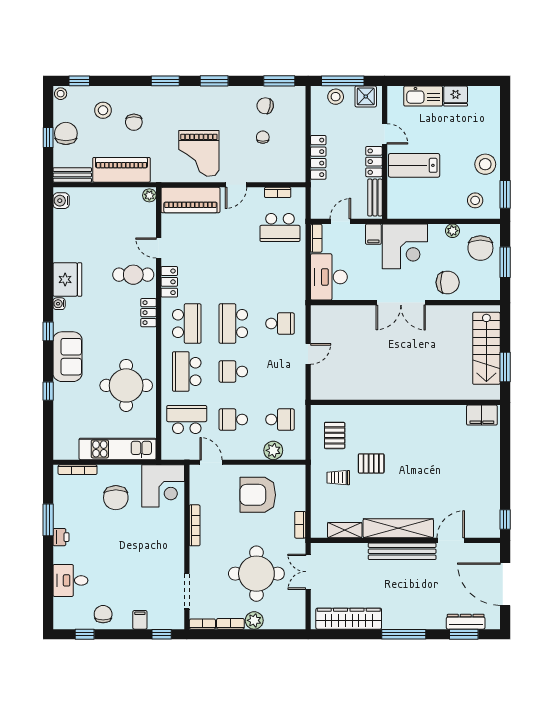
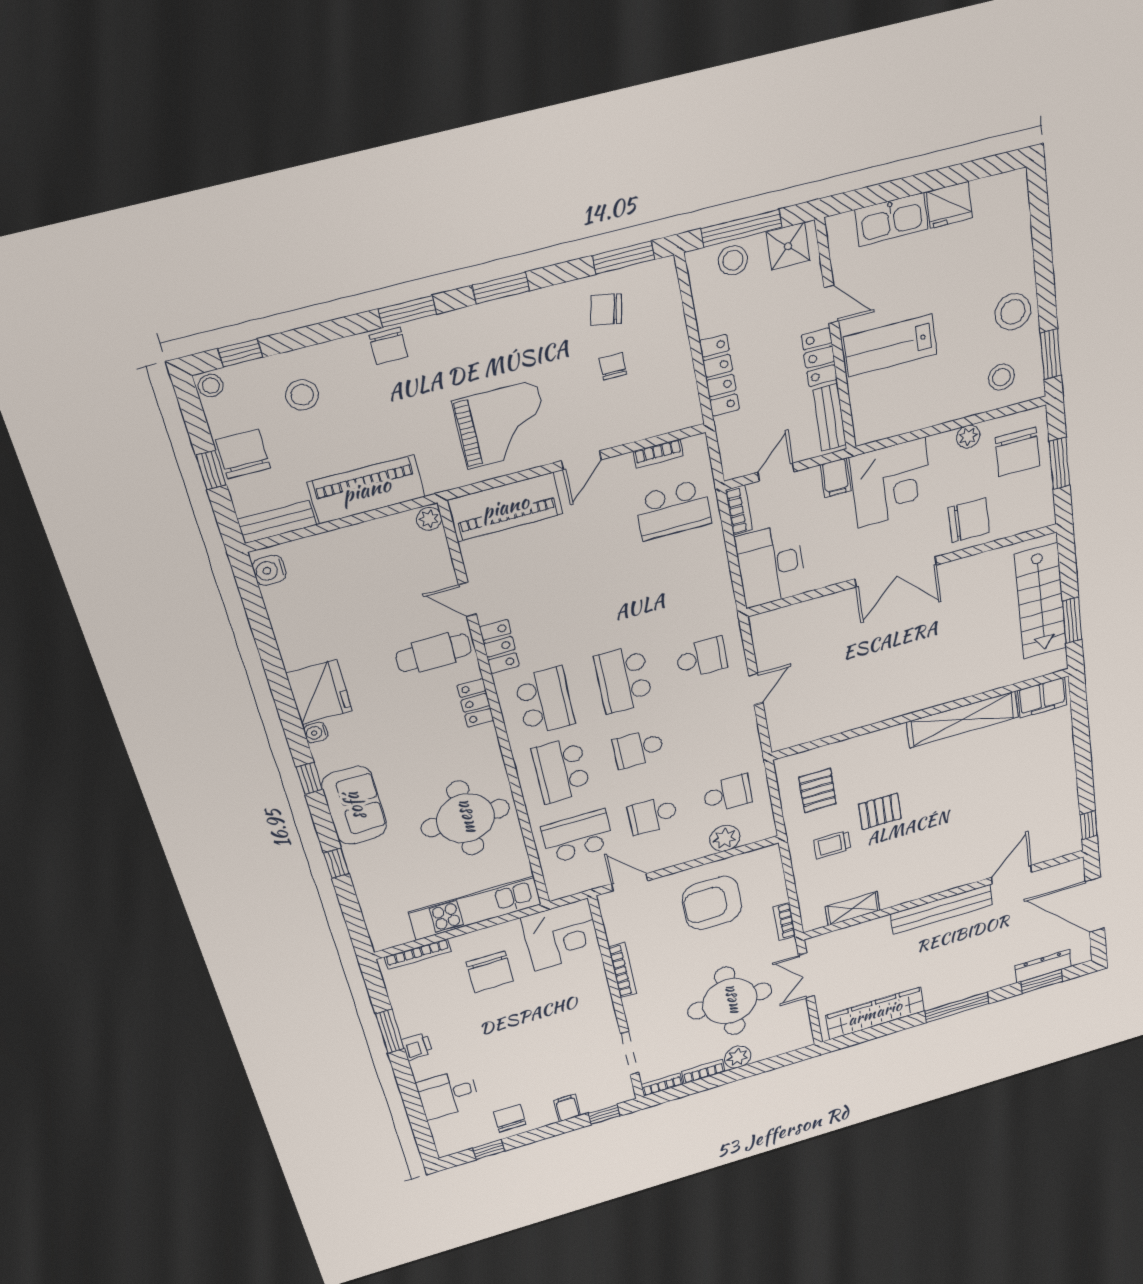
chair: (134, 122) -> (388, 346), moved
grand piano: (199, 153) -> (502, 425), turned -90
shelving: (398, 528) -> (963, 719), moved

